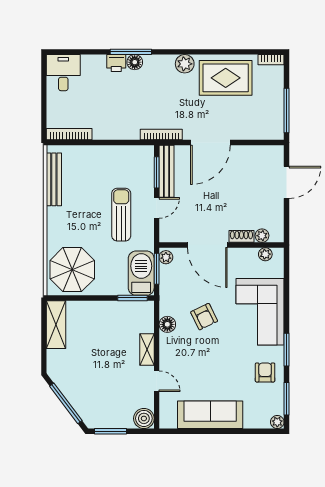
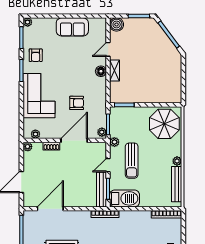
door: (210, 142) -> (50, 209), moved
plant: (53, 214) -> (177, 161), added
plant: (262, 236) -> (28, 147), moved
plant: (147, 242) -> (114, 142), added
door: (207, 245) -> (74, 140), hinge flipped
barbecue: (141, 273) -> (125, 198), moved, turned -90
armchair: (204, 317) -> (77, 103), moved, turned 116
floor lamp: (167, 324) -> (101, 71), moved
shelving: (56, 325) -> (175, 87), removed
door: (157, 381) -> (108, 49), hinge flipped
sofa: (210, 415) -> (72, 27), width x0.73

